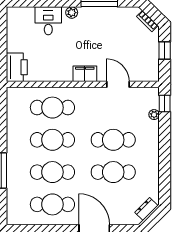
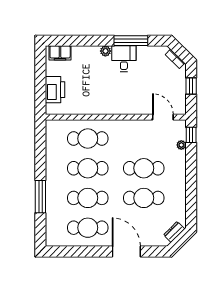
desk: (48, 21) -> (124, 59), moved
printer: (17, 67) -> (55, 90), moved
filing cabinet: (85, 74) -> (60, 53), moved, turned 180
door: (118, 84) -> (163, 117), moved

